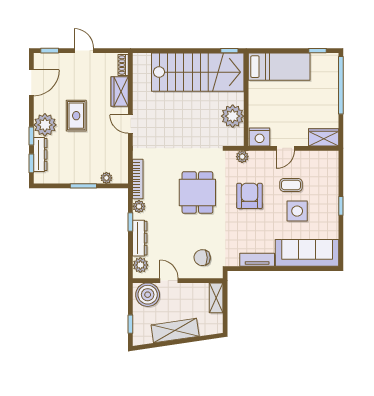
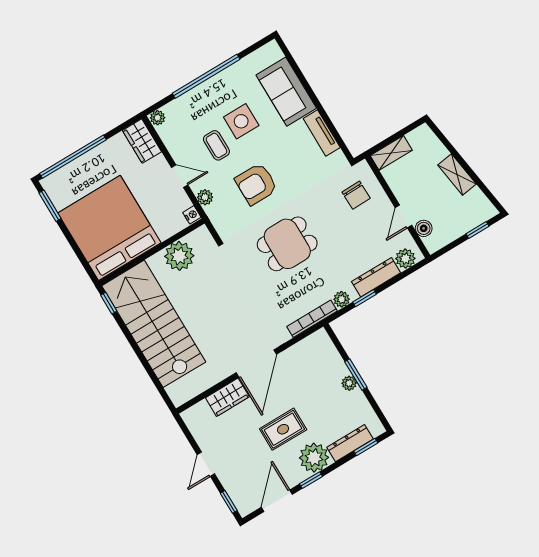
window: (318, 51) -> (50, 206), width x1.50
shoe rack: (123, 65) -> (196, 411), removed
bed: (279, 67) -> (109, 228), width x2.04
door: (31, 83) -> (277, 501), hinge flipped
door: (130, 124) -> (256, 364), width x1.88
window: (31, 136) -> (311, 480), moved
nightstand: (260, 137) -> (192, 215), width x0.53, depth x0.56
plant: (242, 157) -> (205, 197), moved
plant: (333, 157) -> (158, 118), added
plant: (106, 178) -> (349, 383), moved
window: (341, 206) -> (206, 76), width x3.17
sofa: (307, 253) -> (286, 92), width x0.73
boiler: (148, 295) -> (424, 228), width x0.54, depth x0.54
shelving: (175, 331) -> (457, 175), width x0.67, depth x0.75

